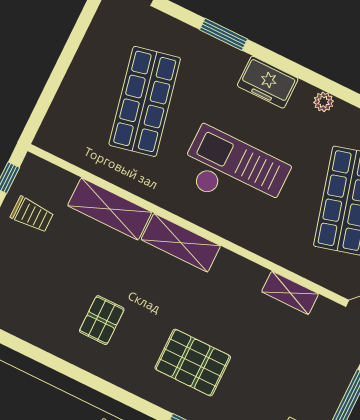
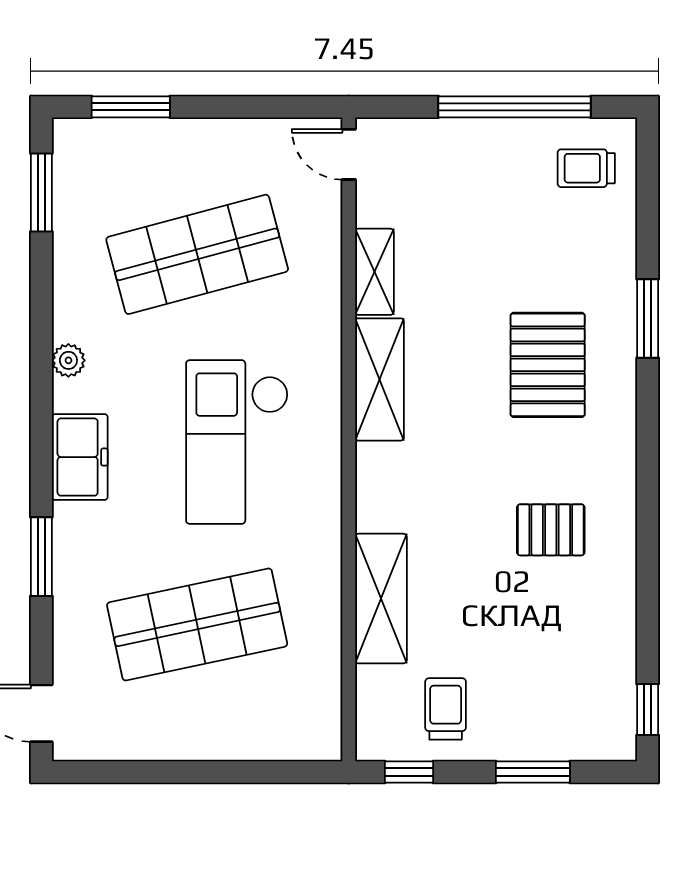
shelving: (181, 243) -> (379, 379), moved

